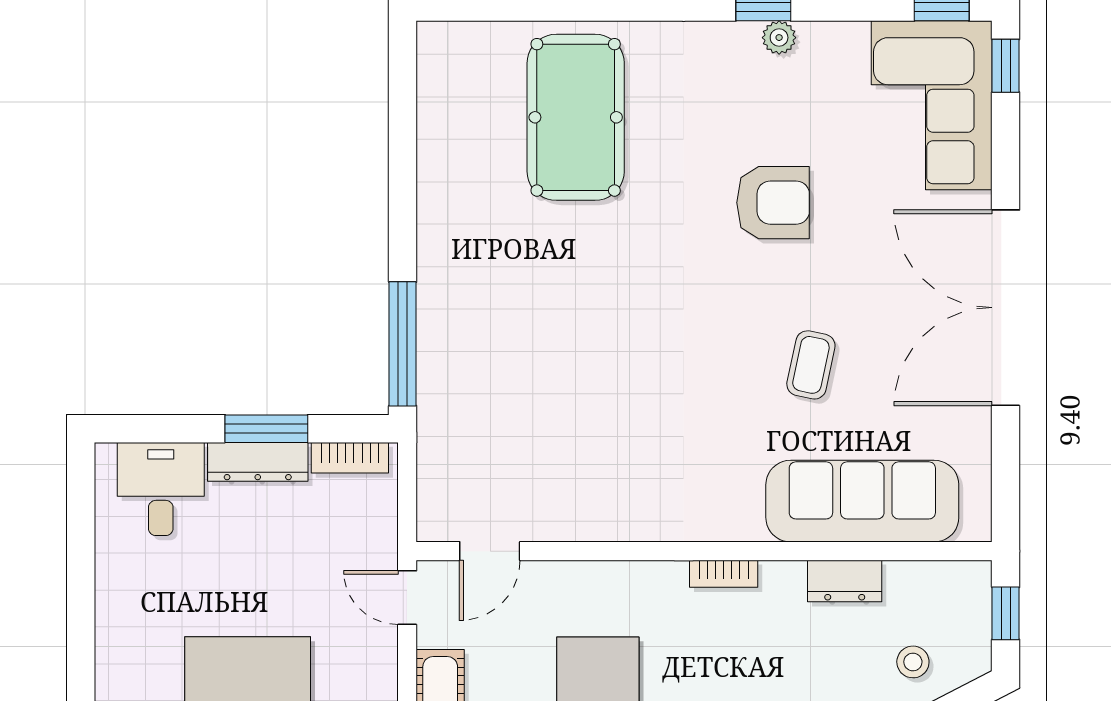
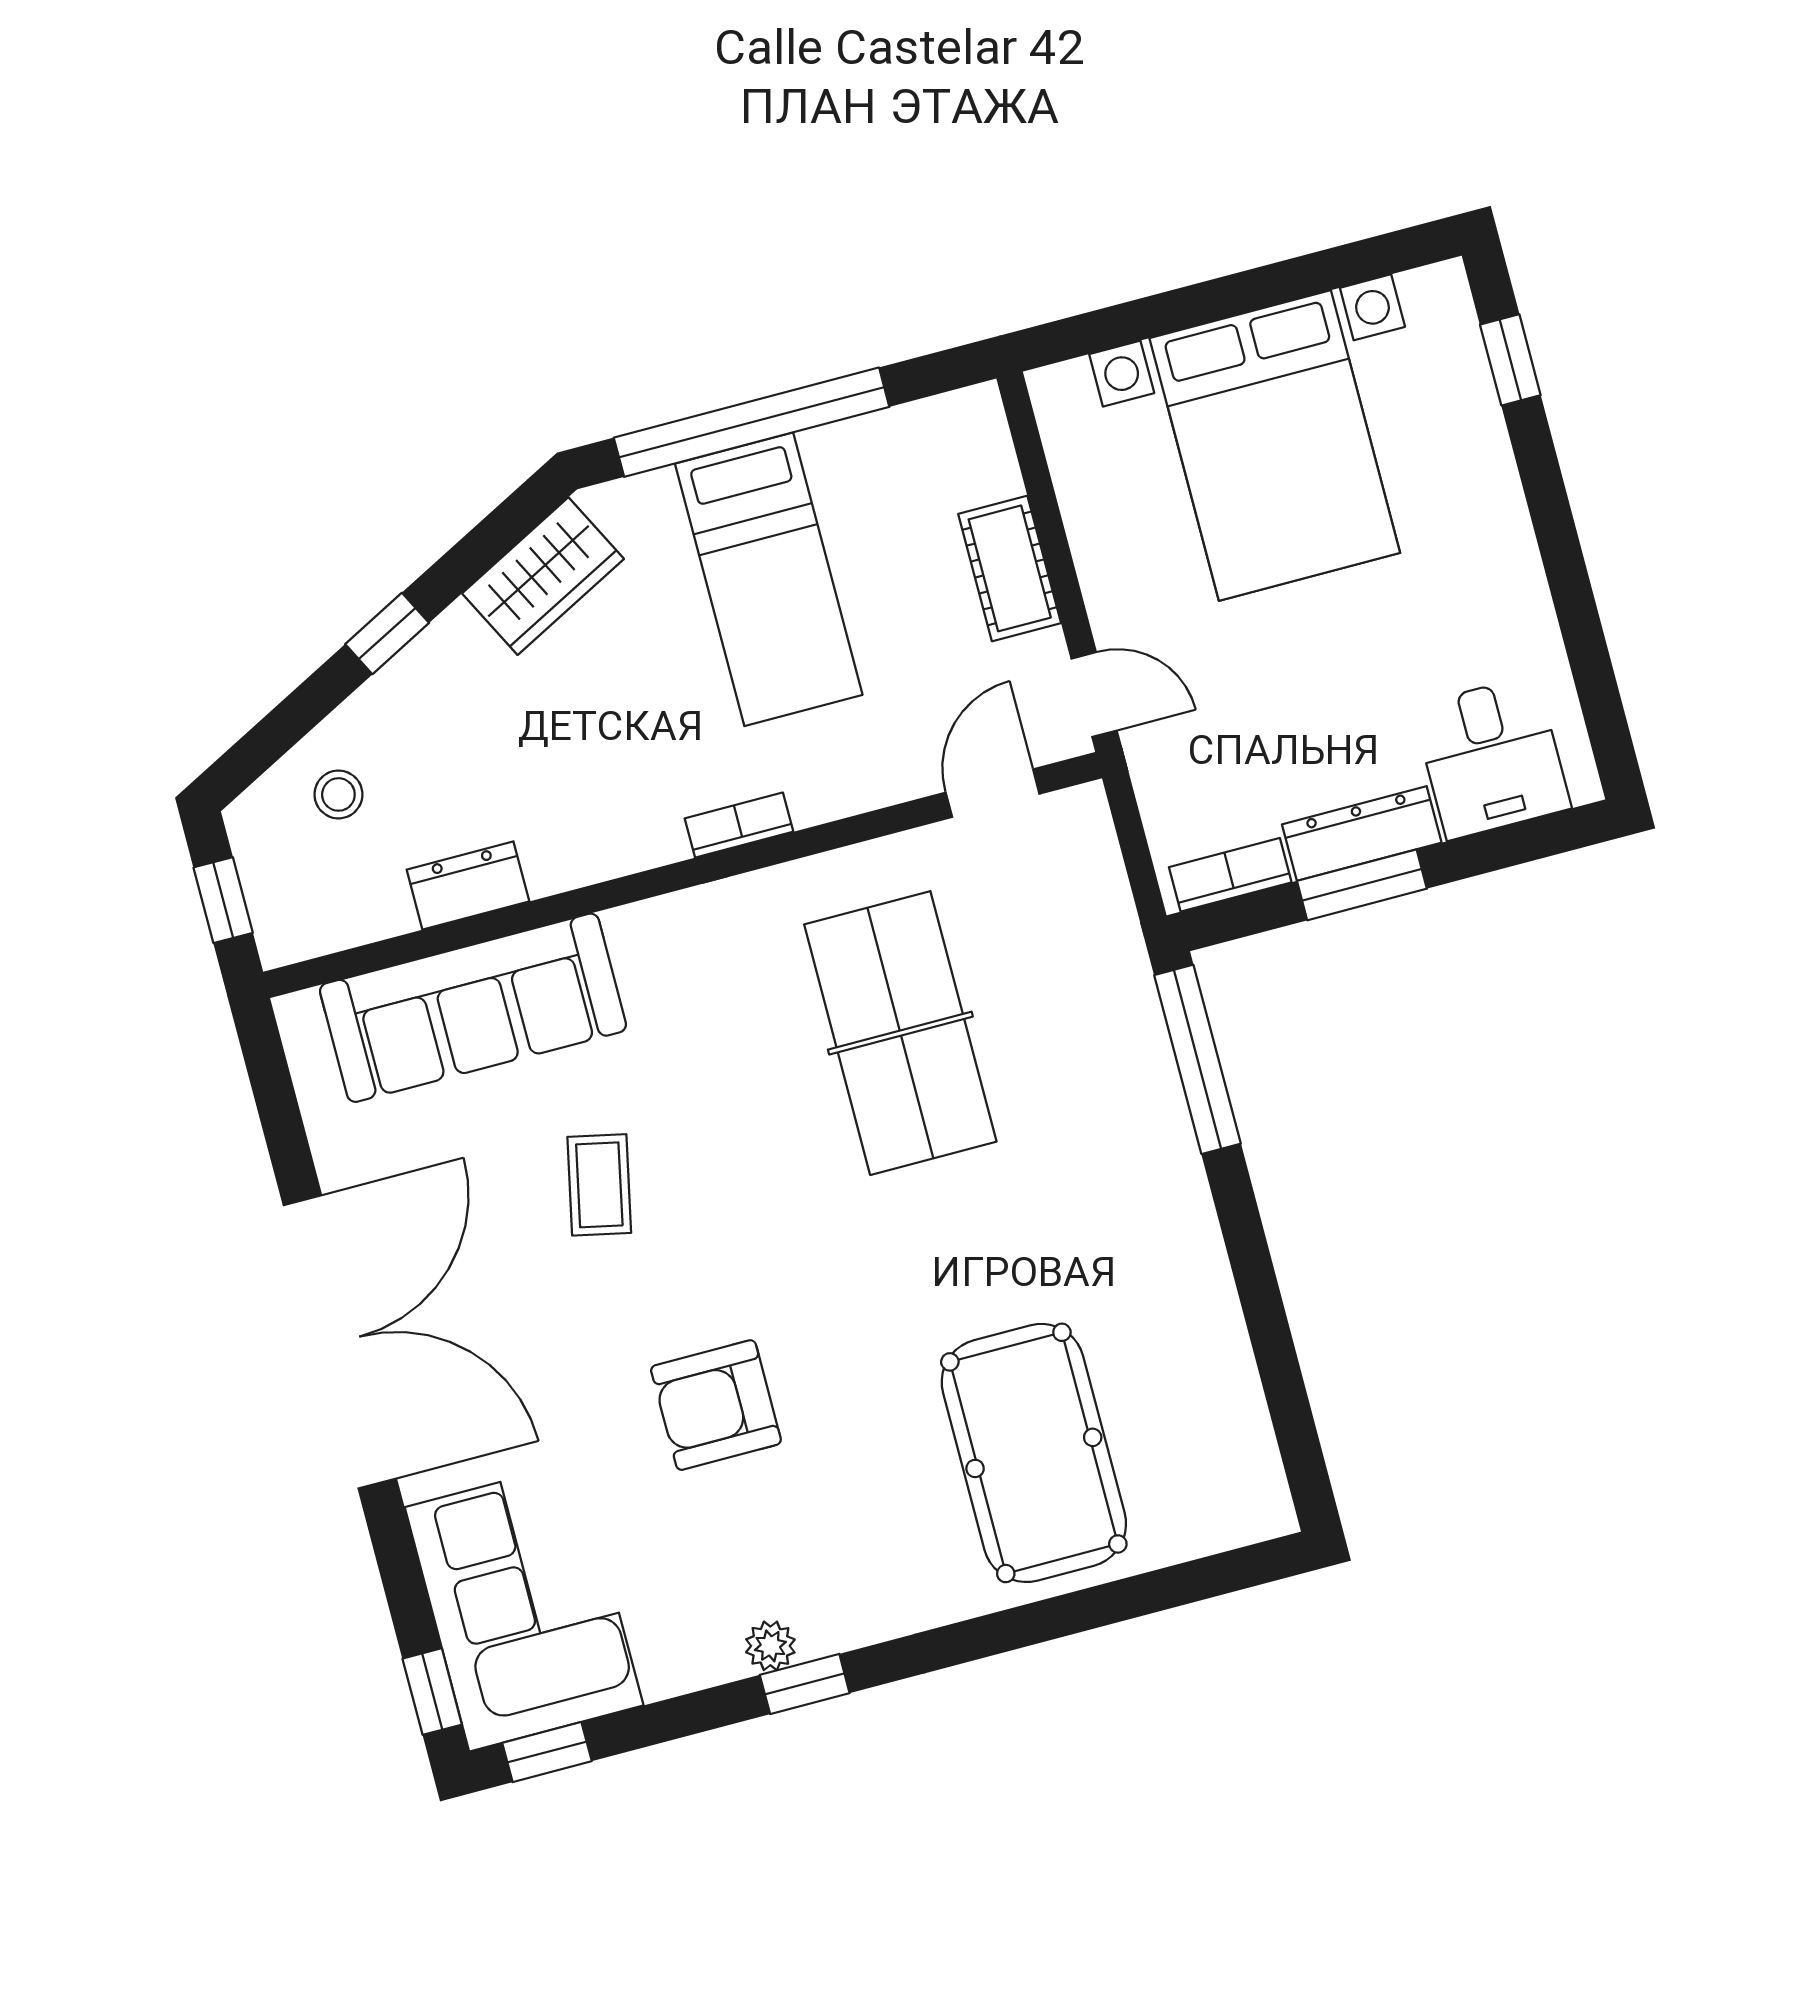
table tennis table: (590, 412) -> (900, 1033), added
bookcase: (724, 574) -> (739, 825), moved

